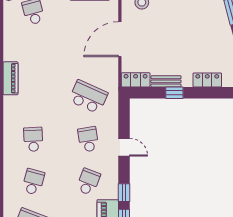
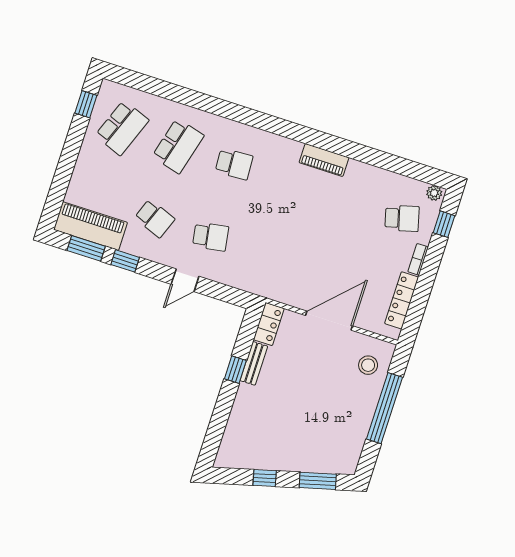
door: (120, 39) -> (329, 321), hinge flipped
locker: (207, 80) -> (238, 418), removed
school desk: (88, 97) -> (267, 255), removed
school desk: (33, 182) -> (178, 146), width x1.85

